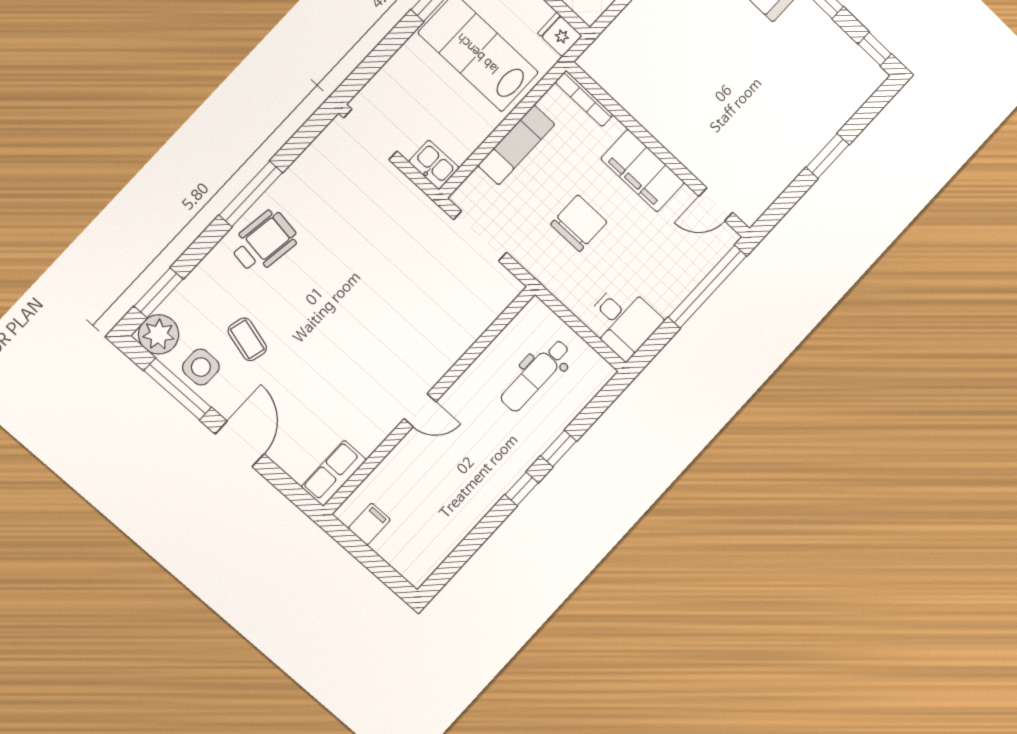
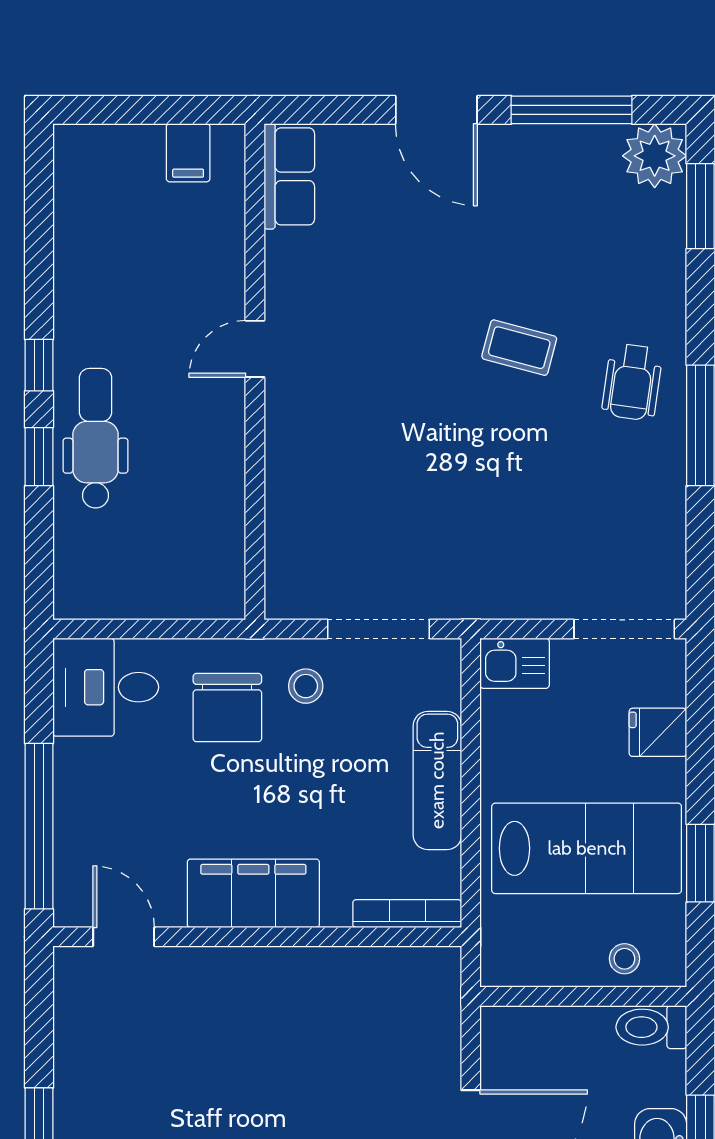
fridge: (560, 35) -> (658, 732), moved, turned 180
door: (716, 204) -> (124, 937), hinge flipped
chair: (579, 223) -> (227, 708), moved
stool: (536, 240) -> (306, 686), added
wheelchair: (264, 242) -> (632, 382), width x0.73, depth x0.73
coffee table: (247, 339) -> (519, 348), moved
side table: (201, 367) -> (568, 162), removed
dental chair: (535, 375) -> (95, 438), moved

